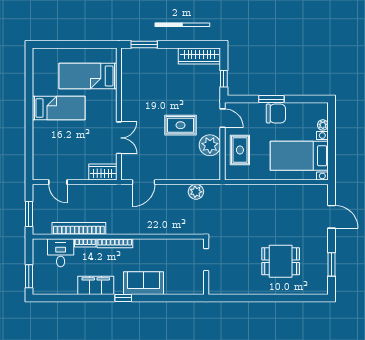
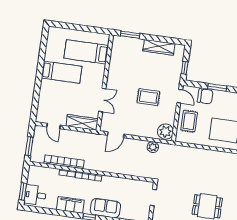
wardrobe: (199, 56) -> (159, 47), moved
chair: (276, 114) -> (205, 96), moved
plant: (210, 145) -> (165, 132), moved
wardrobe: (103, 172) -> (82, 122), width x1.50
desk: (61, 253) -> (35, 195), moved, turned -90

